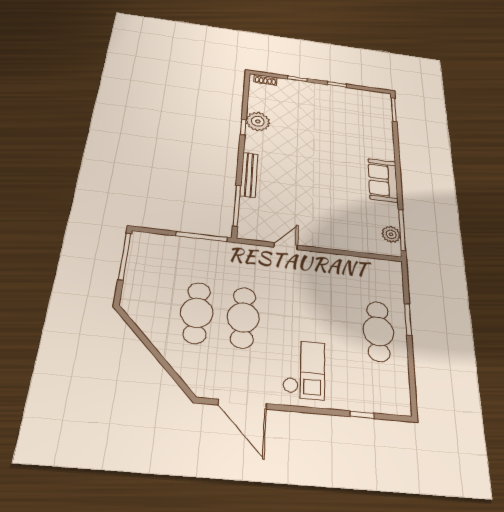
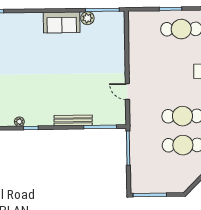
plant: (258, 121) -> (19, 122), width x0.53, depth x0.53
plant: (391, 234) -> (87, 18), moved

